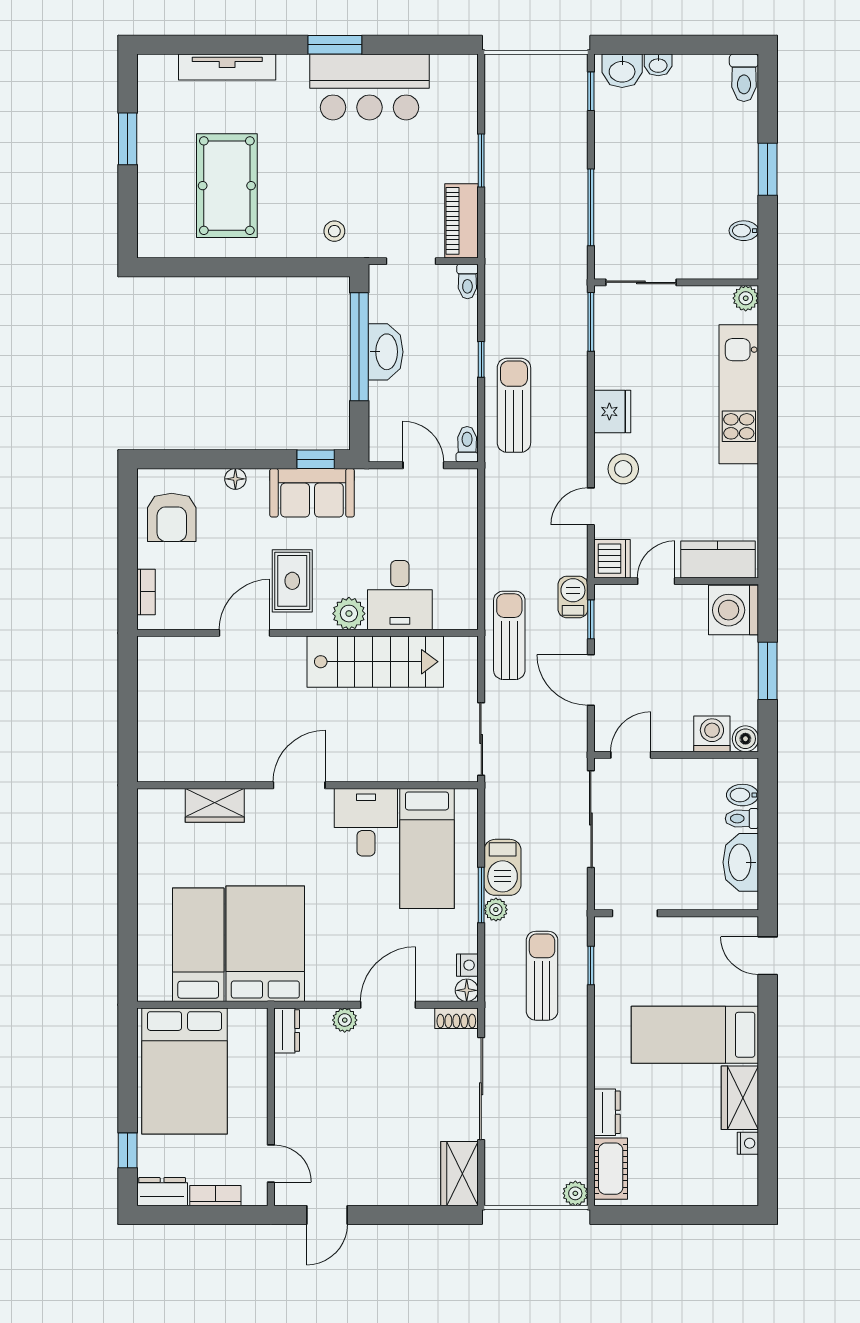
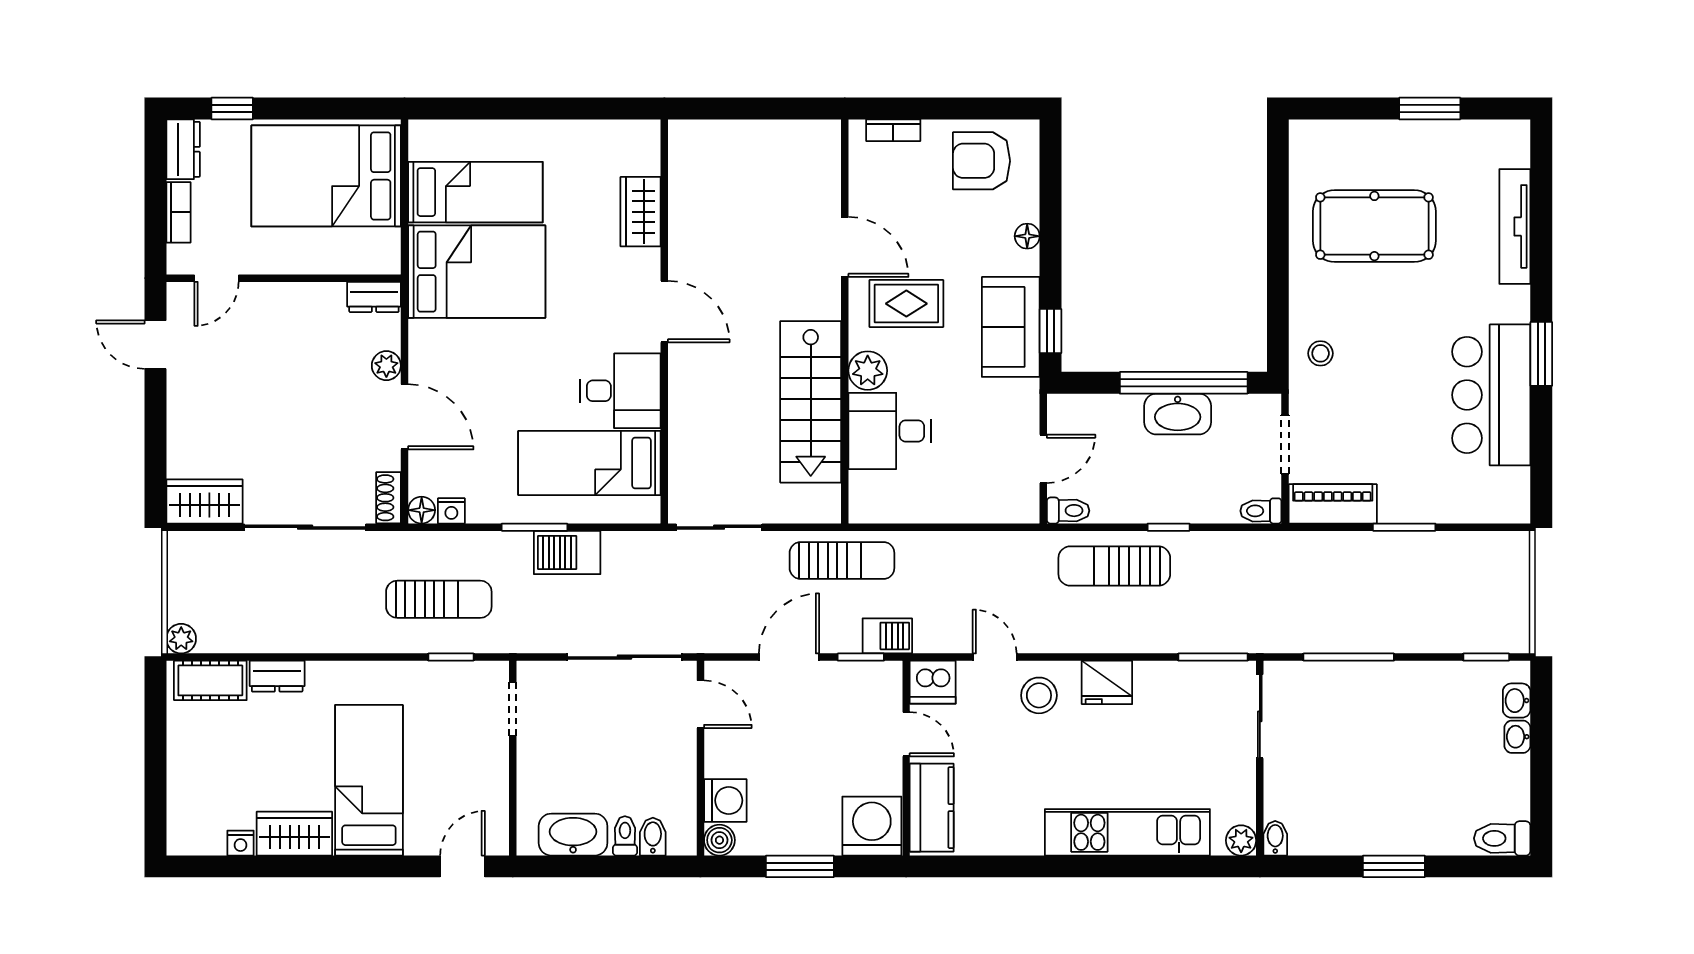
washbasin: (622, 71) -> (1517, 701), width x0.72, depth x0.69
bidet: (744, 231) -> (1275, 838), moved
sun lounger: (514, 405) -> (1114, 566), turned 180
plant: (496, 910) -> (517, 545), removed

